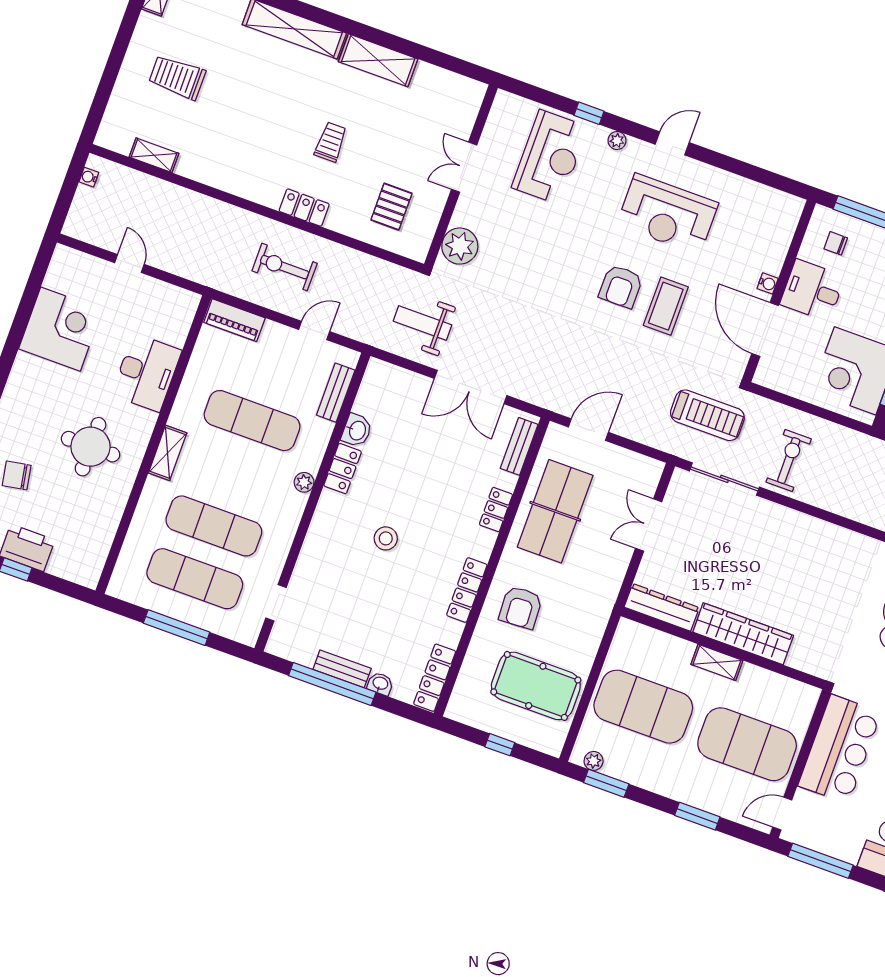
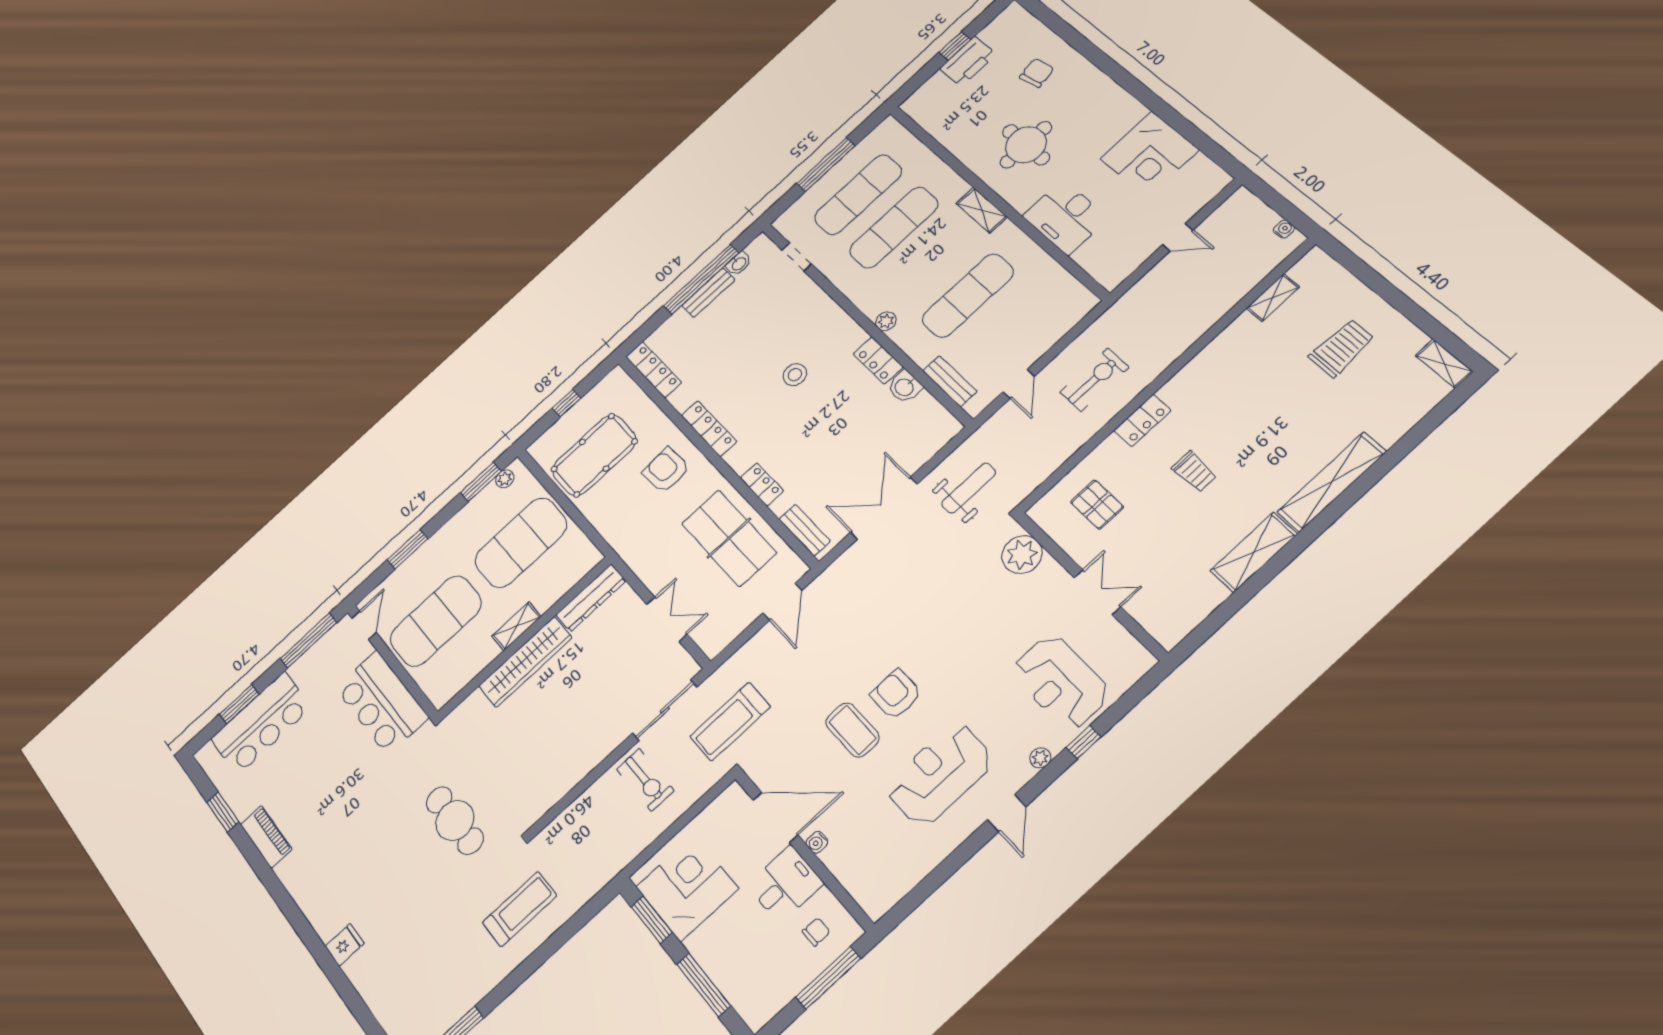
piano: (234, 320) -> (1070, 314), removed
washbasin: (380, 684) -> (739, 264), moved

